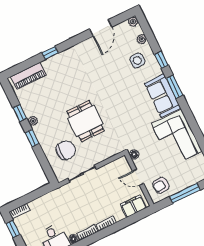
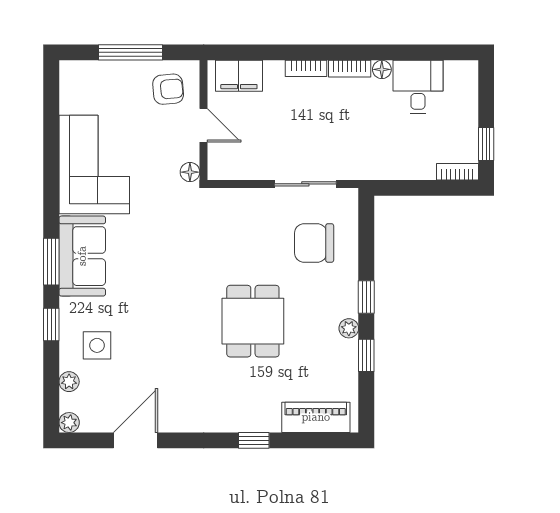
dining table: (85, 121) -> (253, 321), moved

